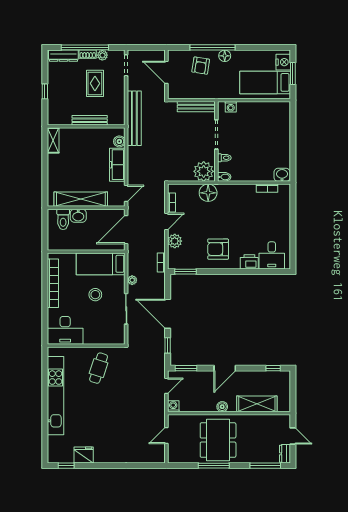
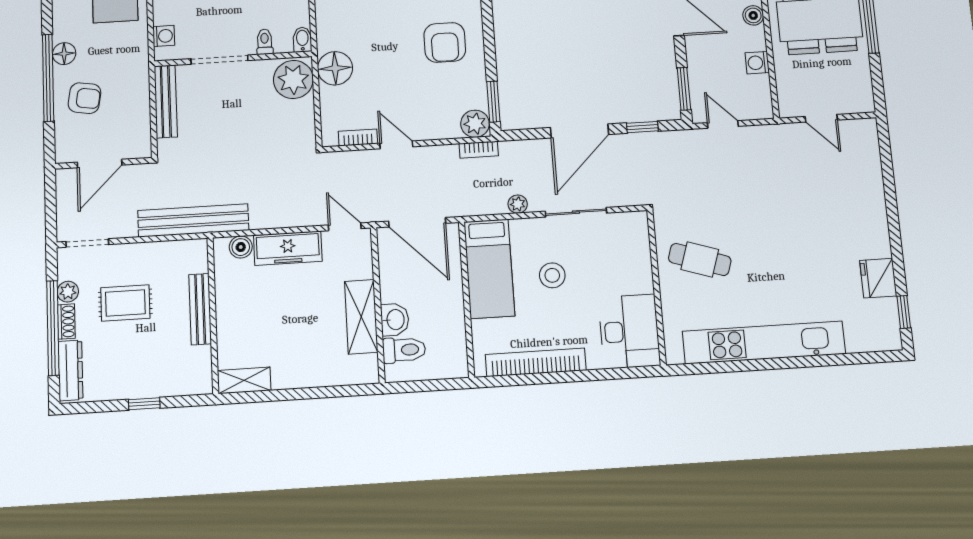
shelving: (81, 199) -> (361, 317), width x0.68
plant: (175, 241) -> (475, 124), moved
washing machine: (173, 406) -> (757, 63), moved

